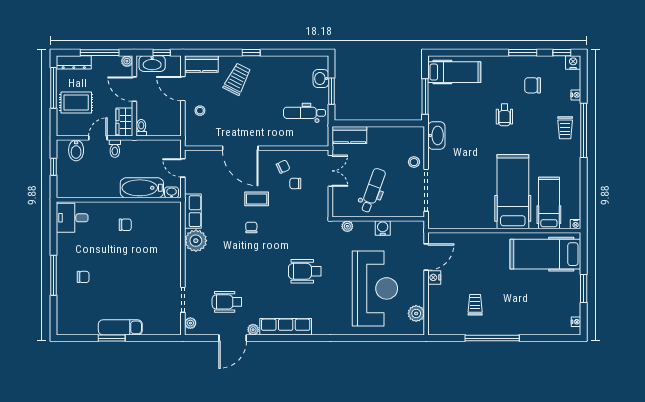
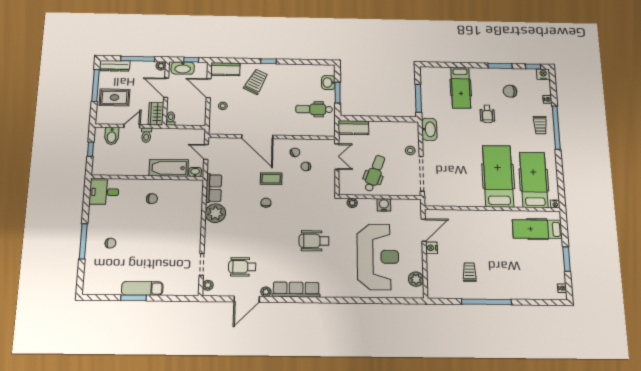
hospital bed: (454, 72) -> (461, 88), moved, turned 90
hospital bed: (549, 203) -> (534, 180), width x1.37, depth x1.29
hospital bed: (545, 254) -> (537, 229), width x0.73, depth x0.78

